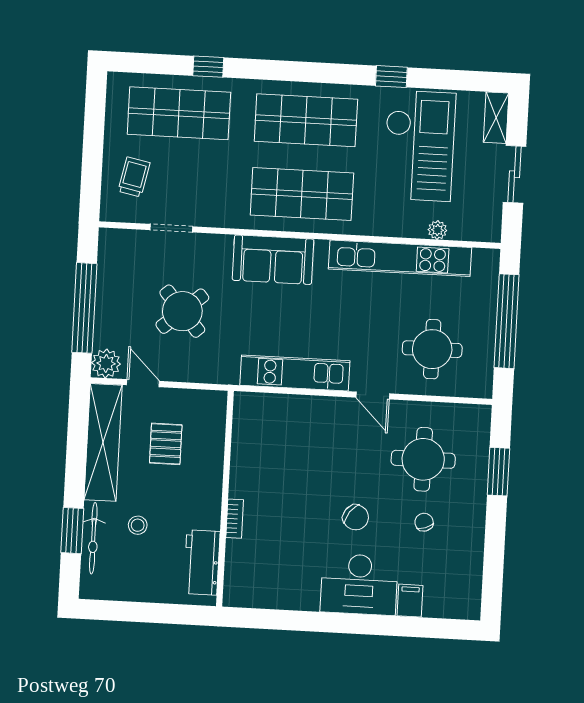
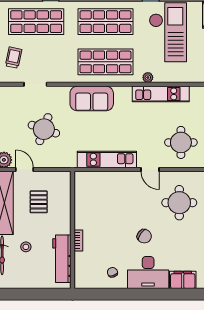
plant: (437, 230) -> (148, 77), moved
kitchen unit: (400, 258) -> (161, 94), width x0.73
round table: (182, 311) -> (44, 129), turned -30
chair: (424, 522) -> (112, 272), moved
workbench: (202, 562) -> (62, 259), width x1.38
filing cabinet: (410, 601) -> (183, 280), width x2.00

